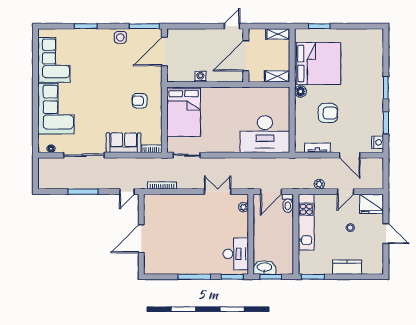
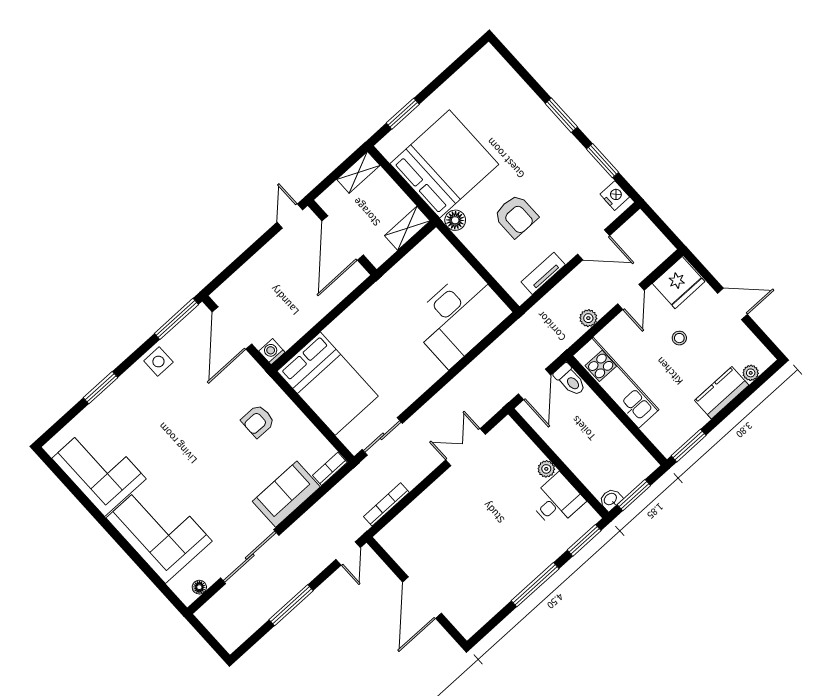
washing machine: (200, 77) -> (272, 352), moved
armchair: (328, 113) -> (516, 216), turned 90
plant: (243, 207) -> (546, 469), moved
desk: (236, 254) -> (557, 501), width x0.73
washbasin: (264, 268) -> (611, 499), width x0.52, depth x0.69
plant: (367, 270) -> (751, 373), added

